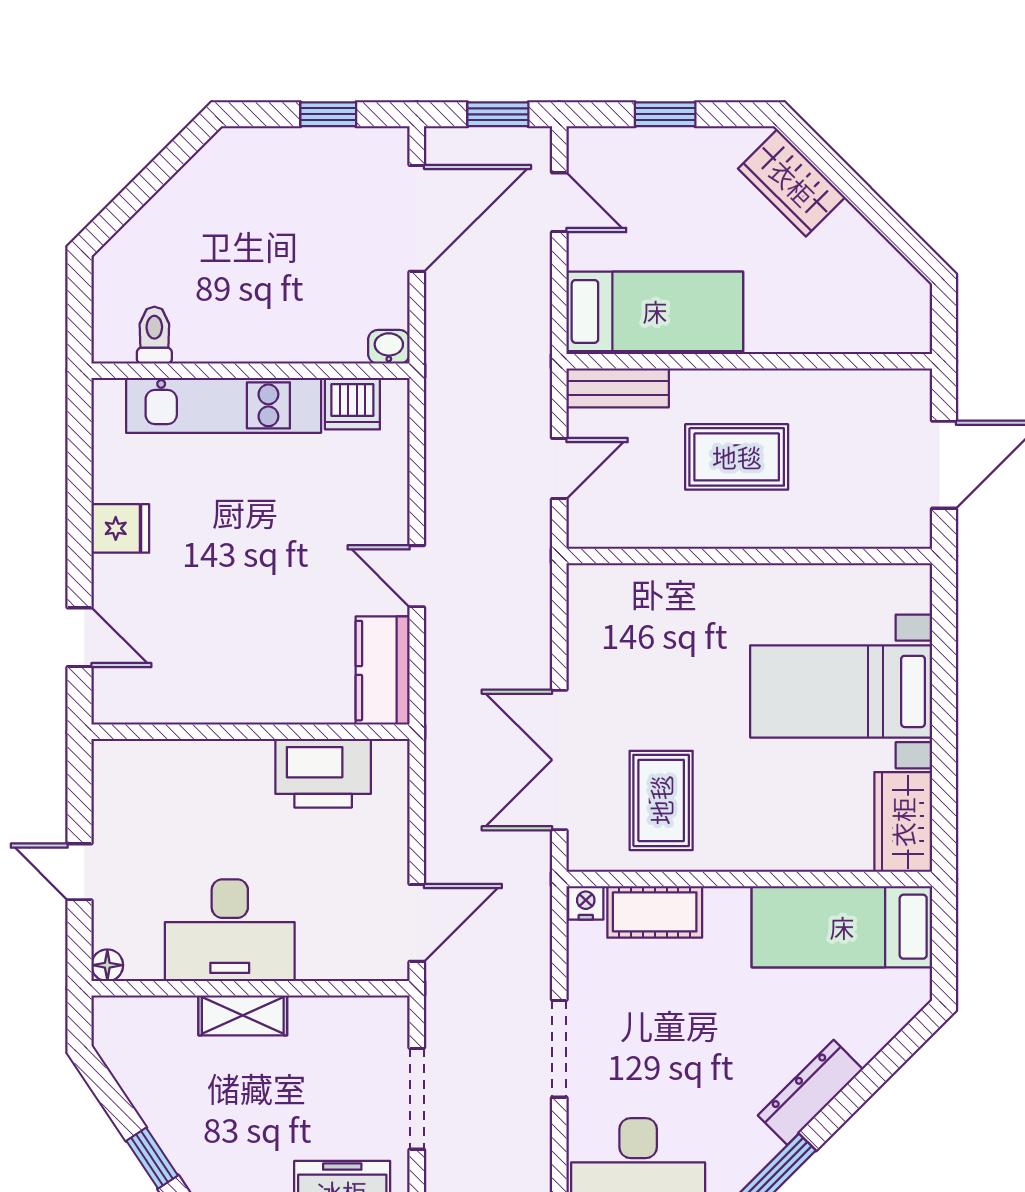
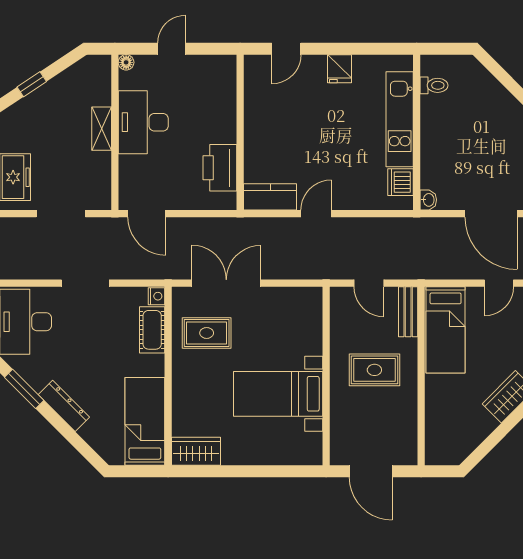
rug: (737, 457) -> (374, 370), turned 90
bed with nightstands: (841, 691) -> (278, 394), moved, turned -90

